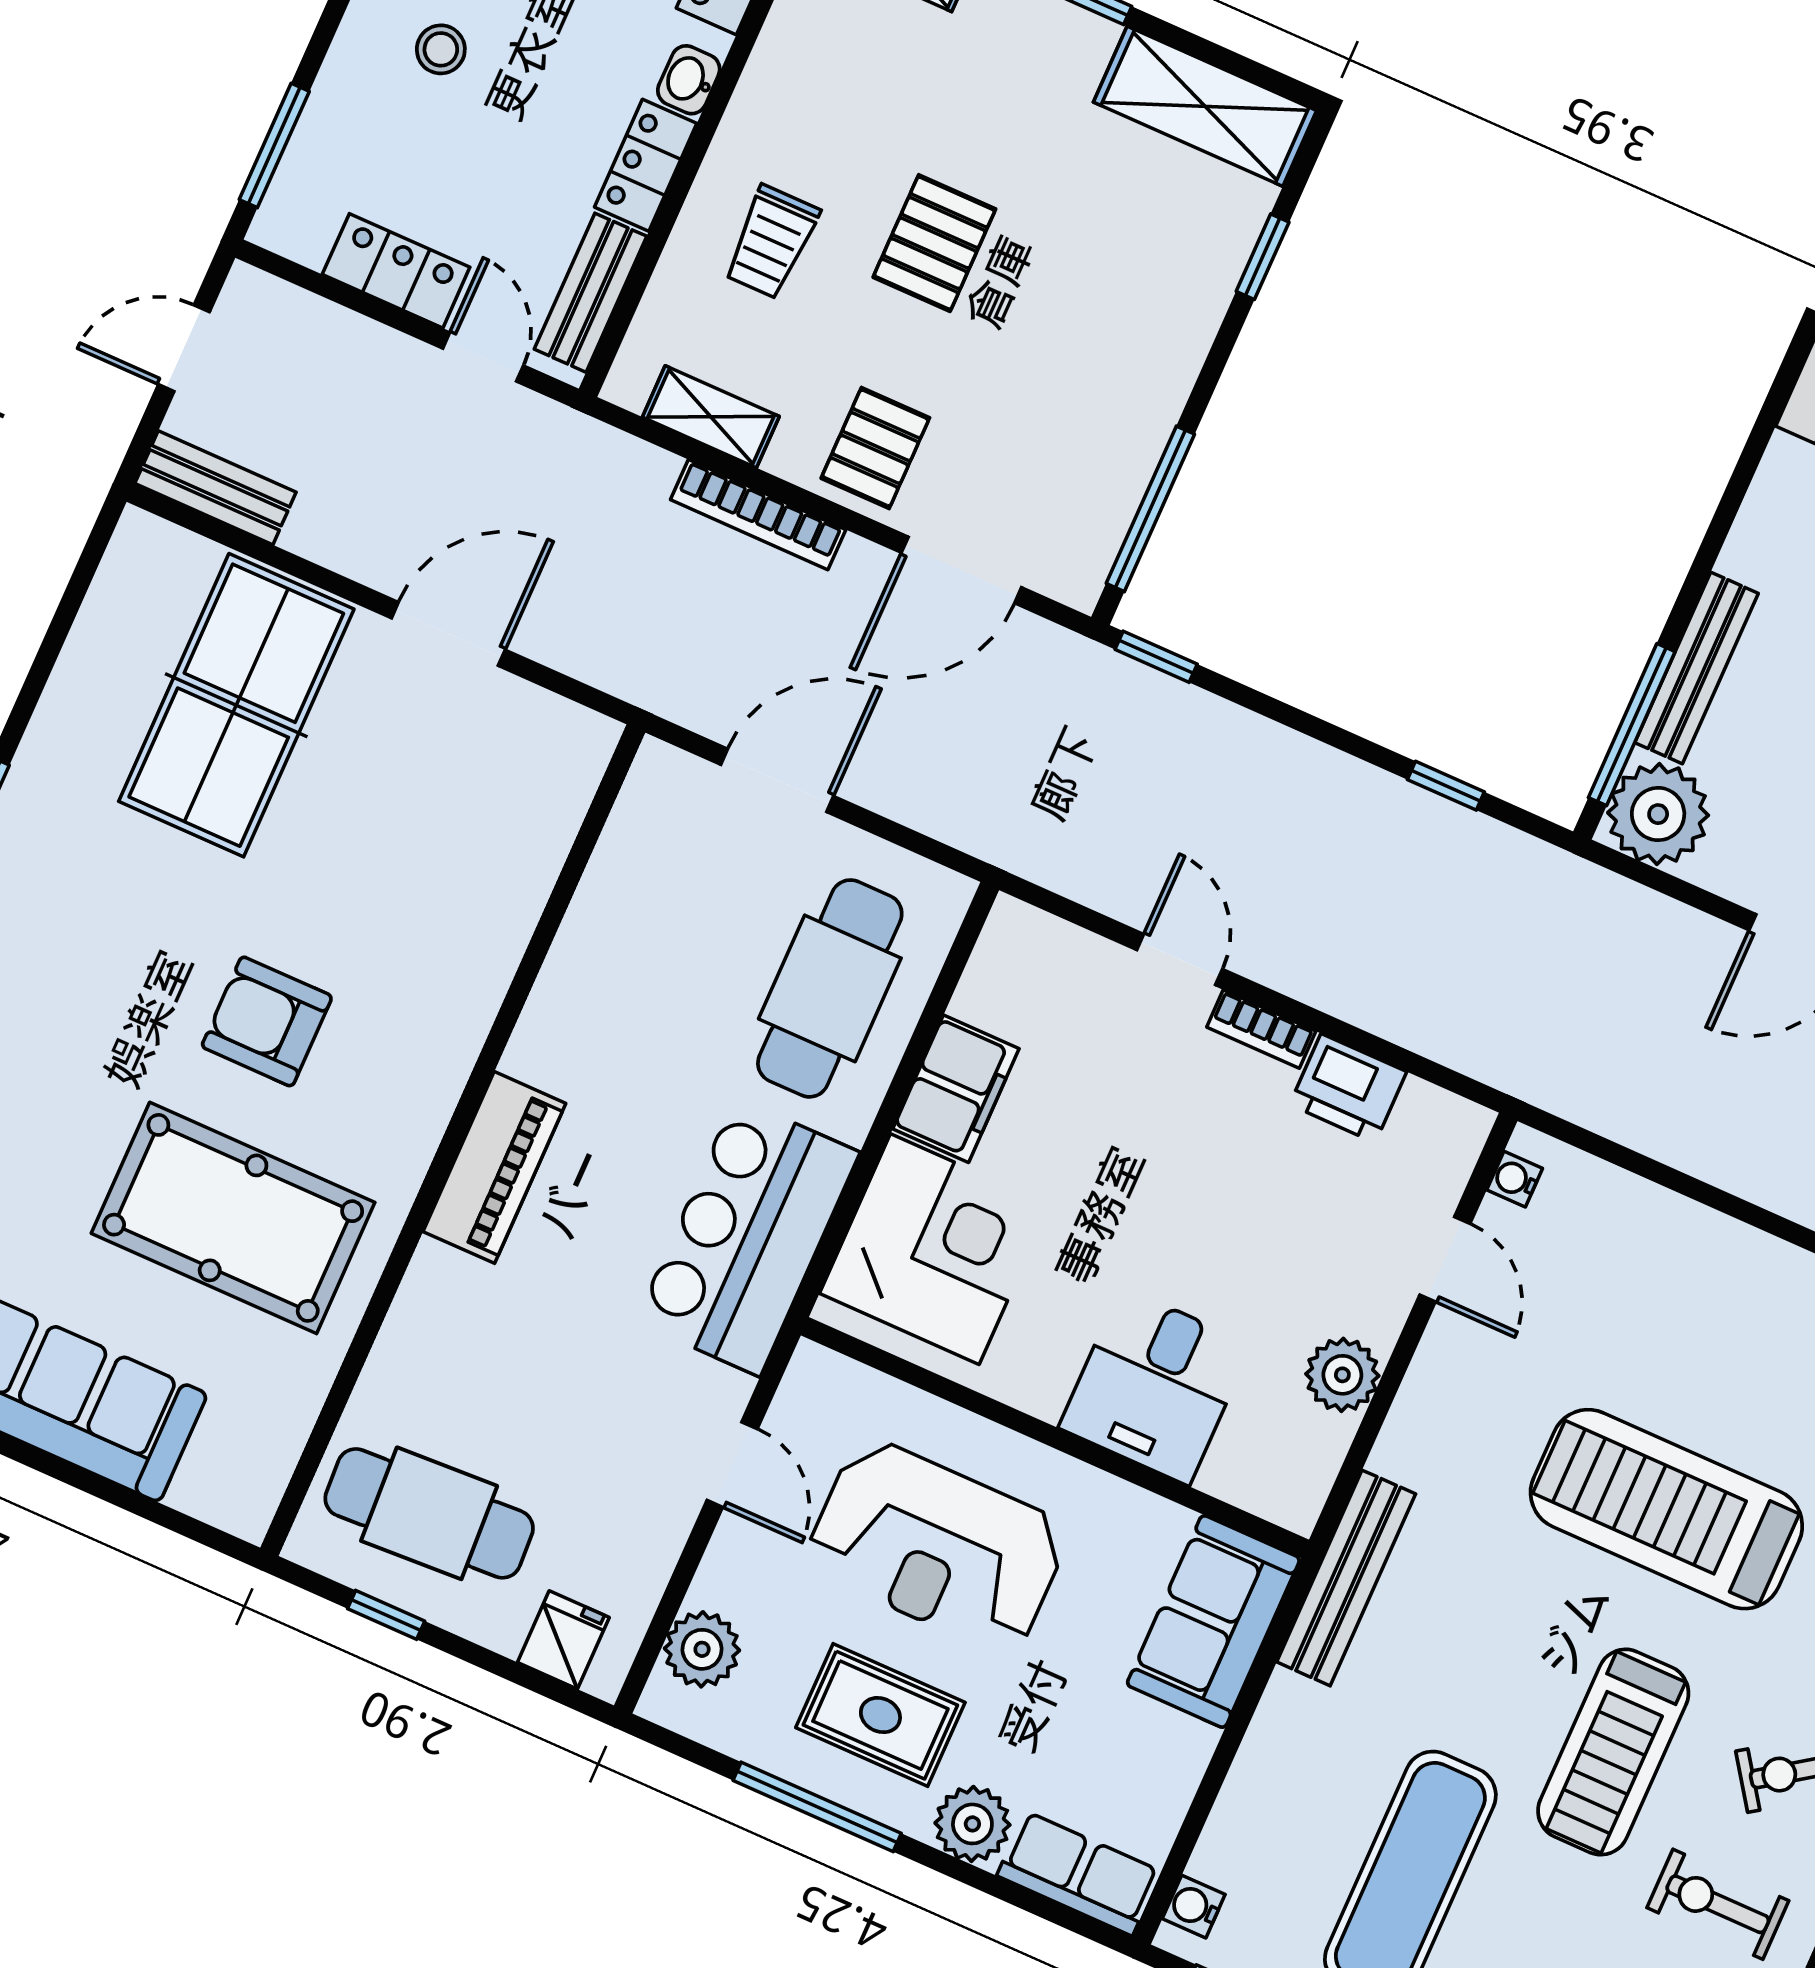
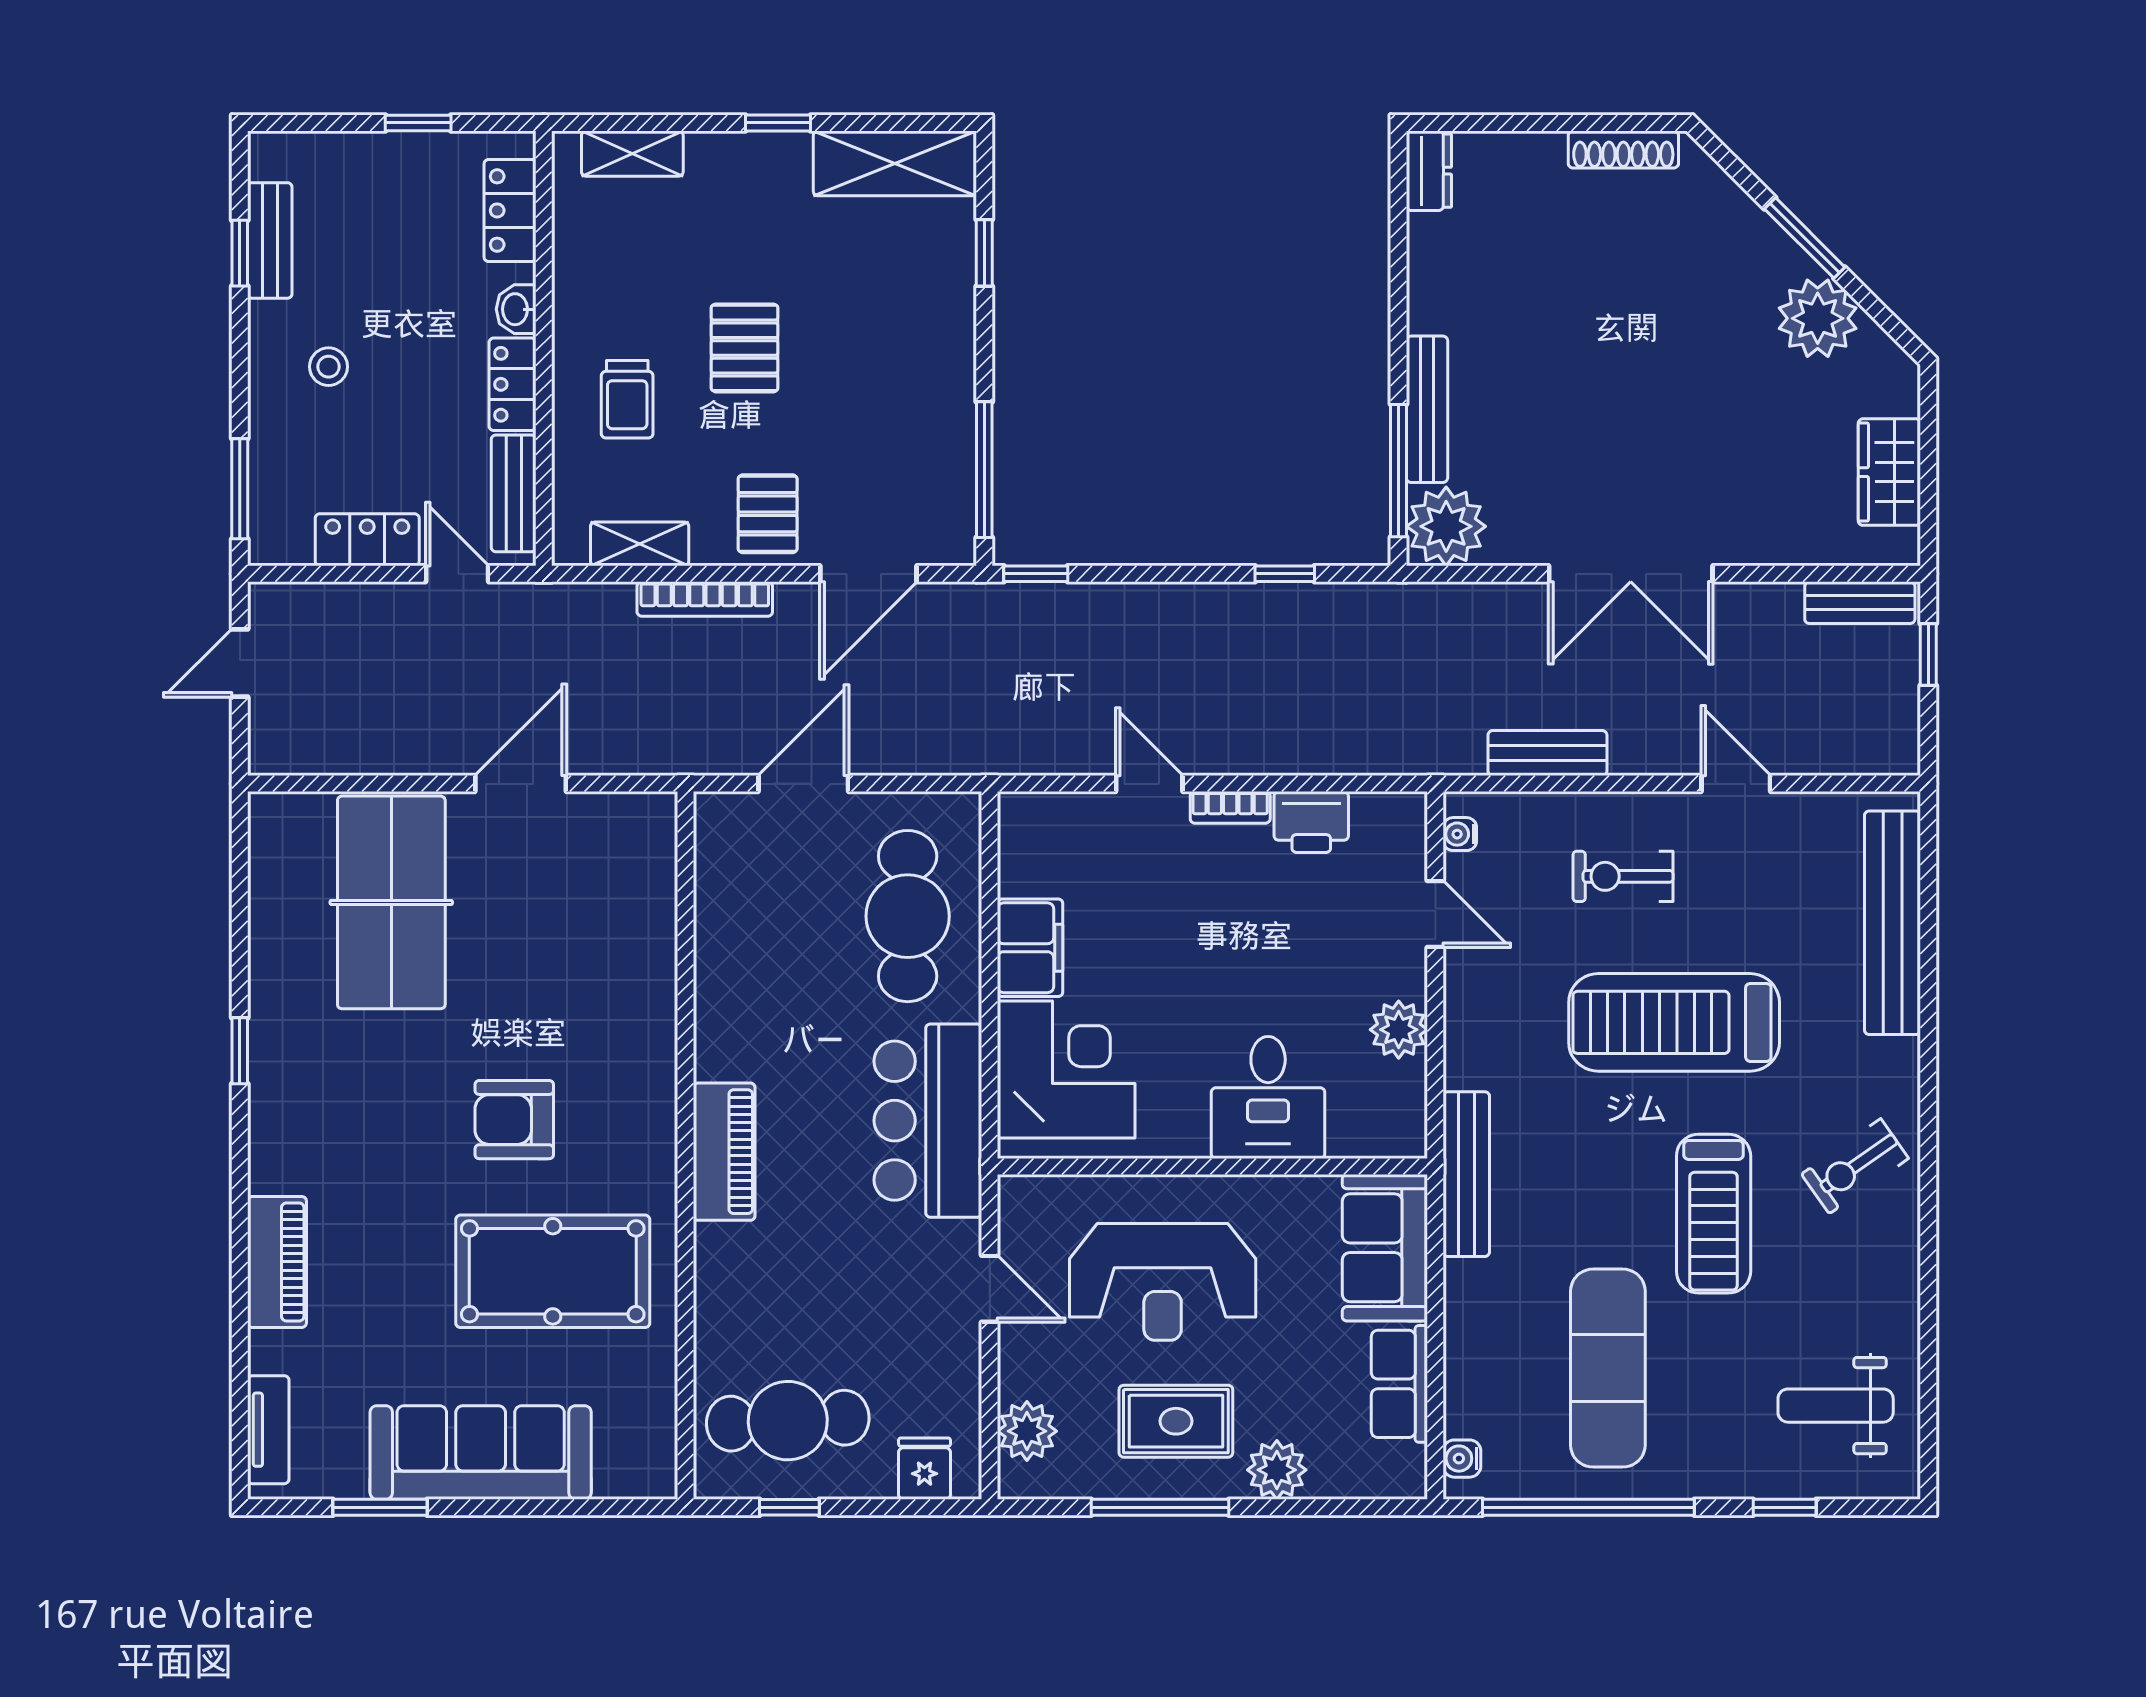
bench: (215, 488) -> (1547, 753), moved
row of seats: (1079, 1873) -> (1399, 1384), moved, turned -90
exercise bike: (1718, 1904) -> (1623, 876), moved

